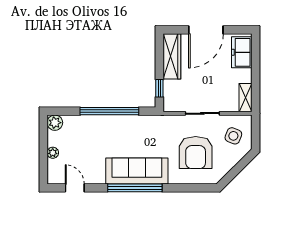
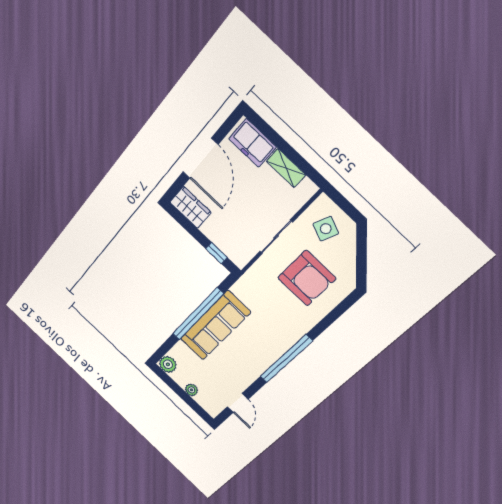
wardrobe: (172, 56) -> (190, 207), width x0.67
shelving: (245, 98) -> (286, 168), moved
sofa: (137, 171) -> (215, 326), moved, turned 180
door: (75, 188) -> (238, 403), swing flipped

